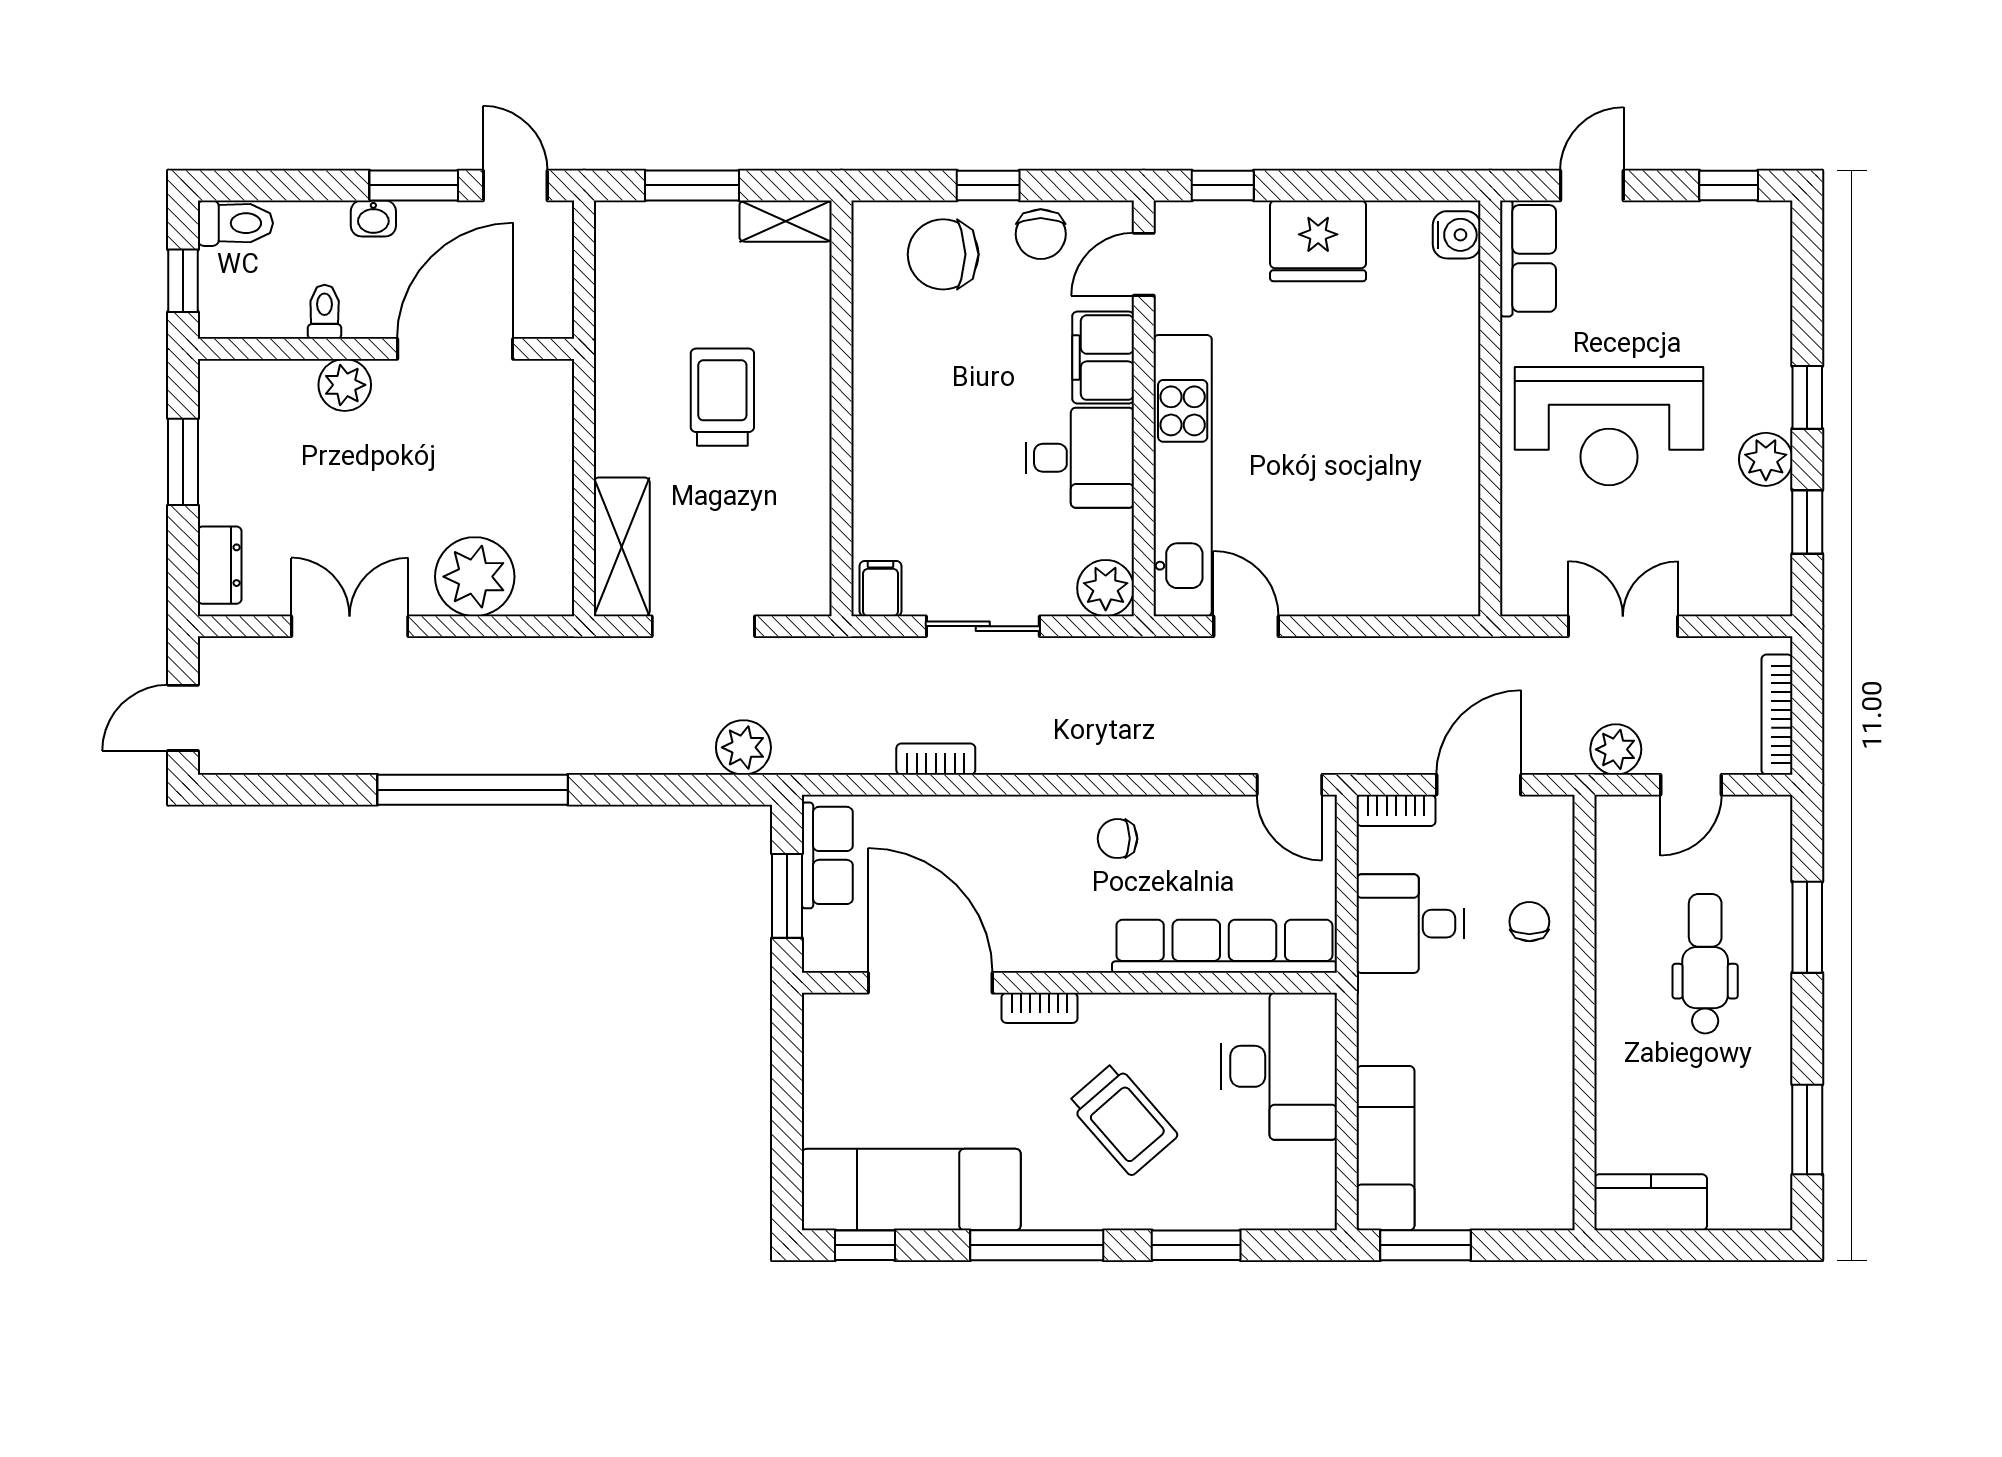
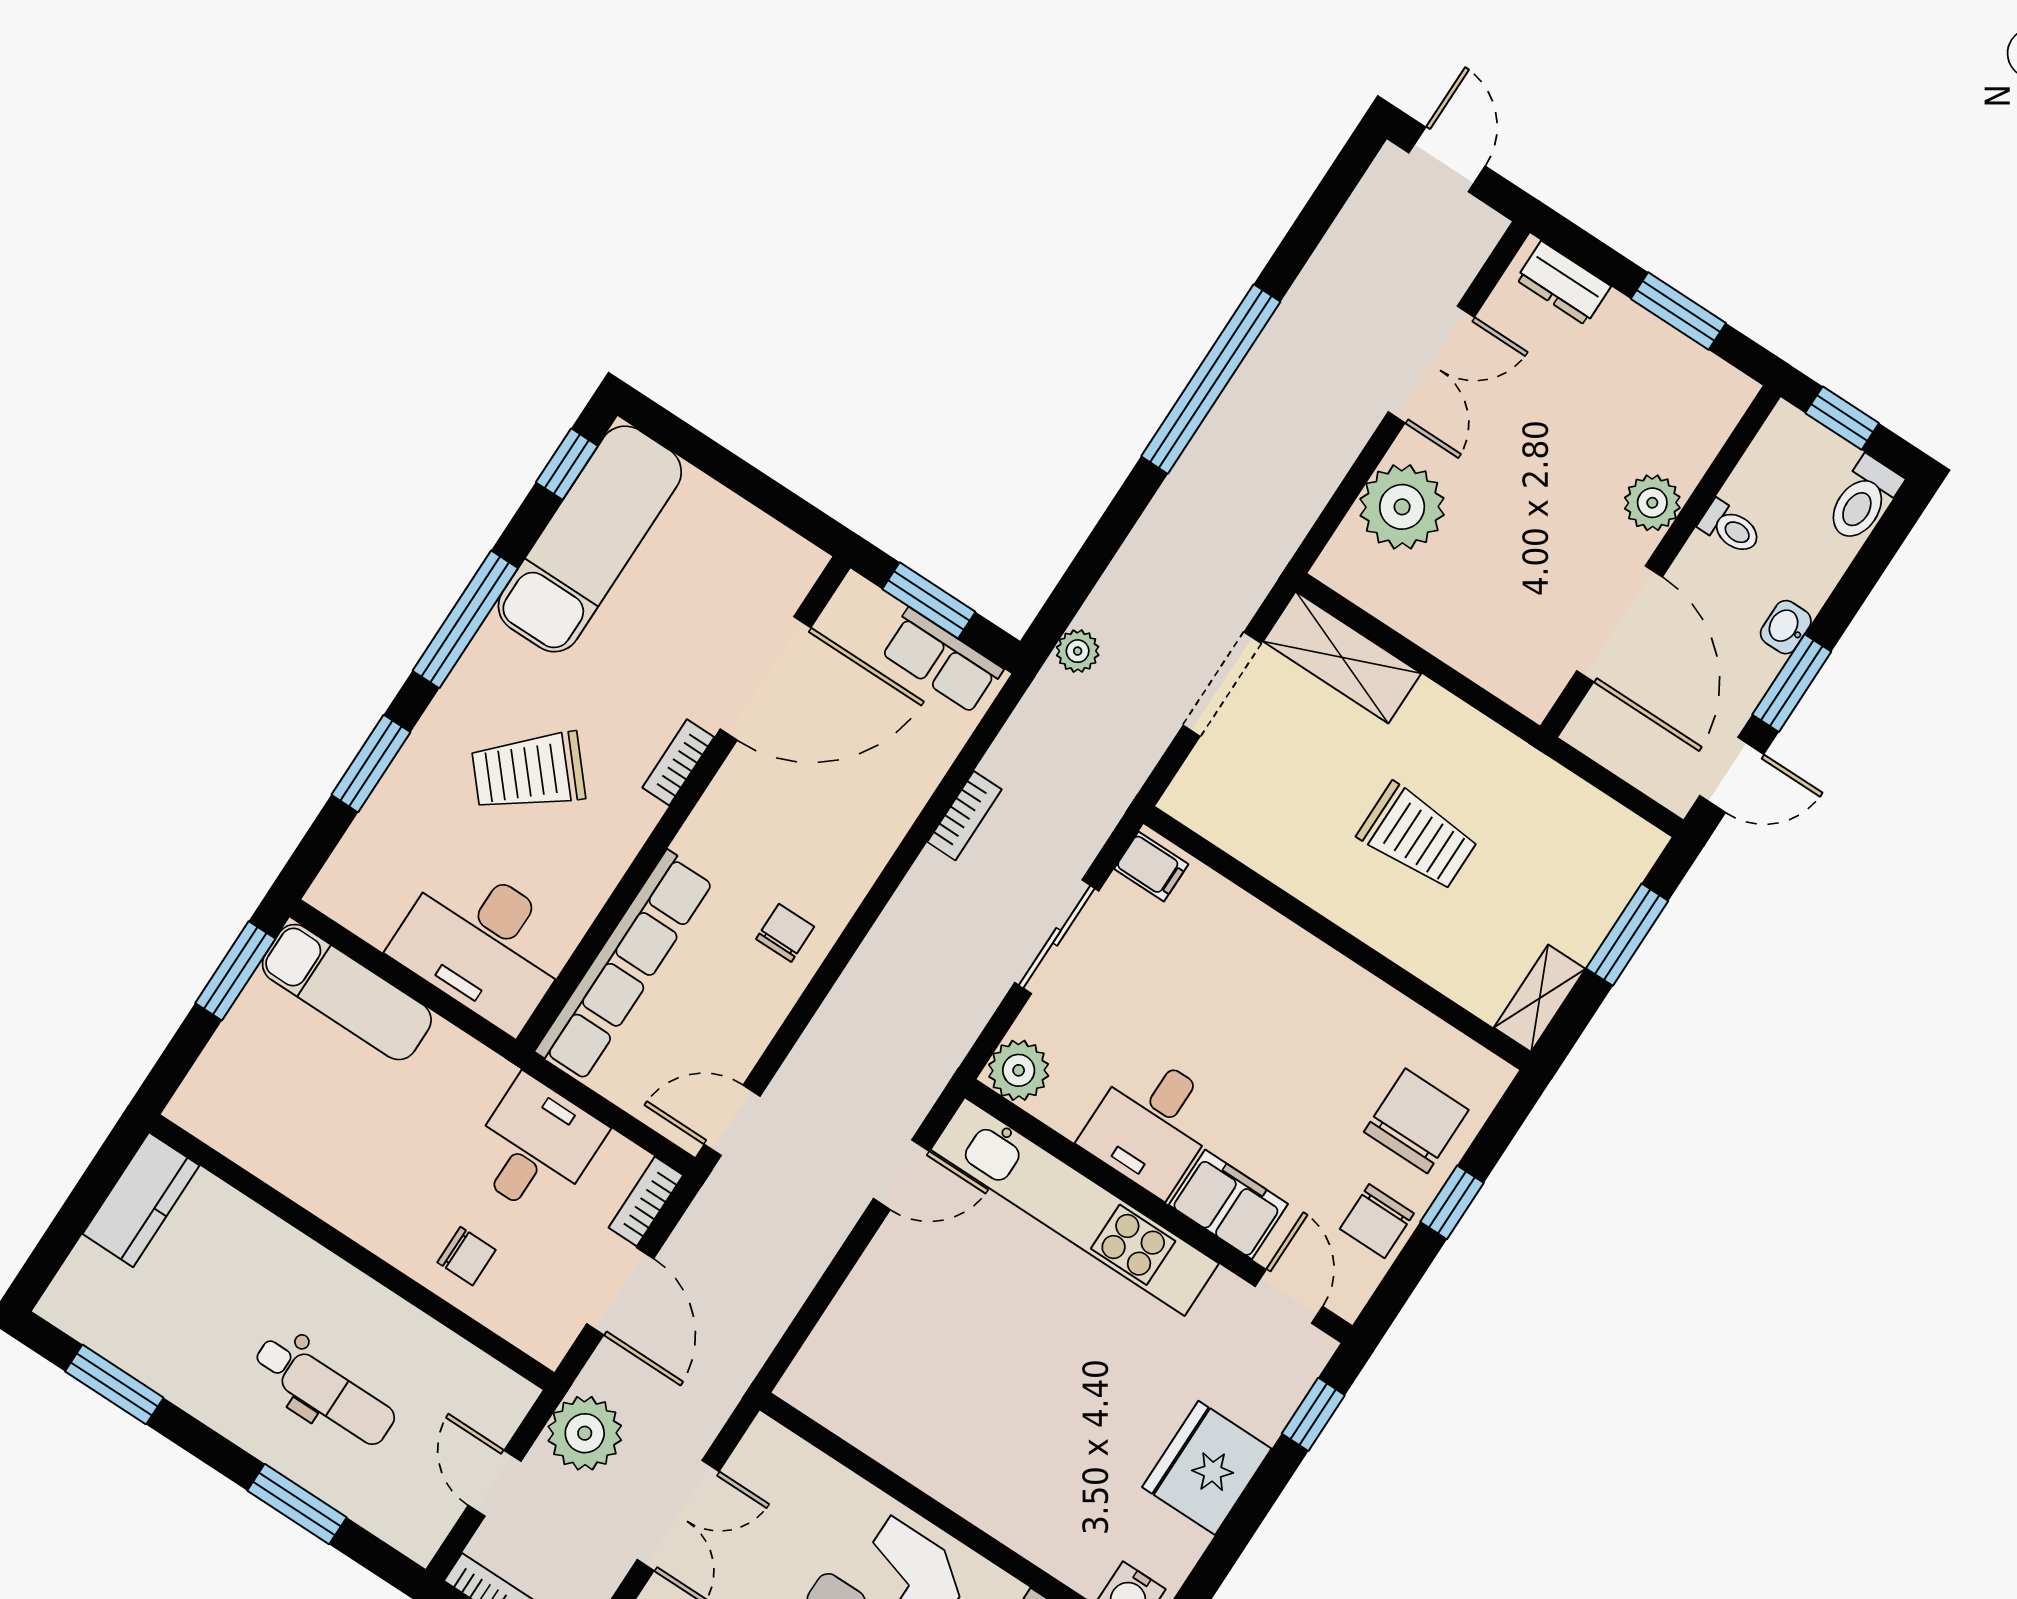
chair: (1041, 234) -> (1377, 1221), turned -90
plant: (743, 747) -> (1078, 651), width x0.73, depth x0.73
plant: (1616, 749) -> (585, 1433), width x1.36, depth x1.36

